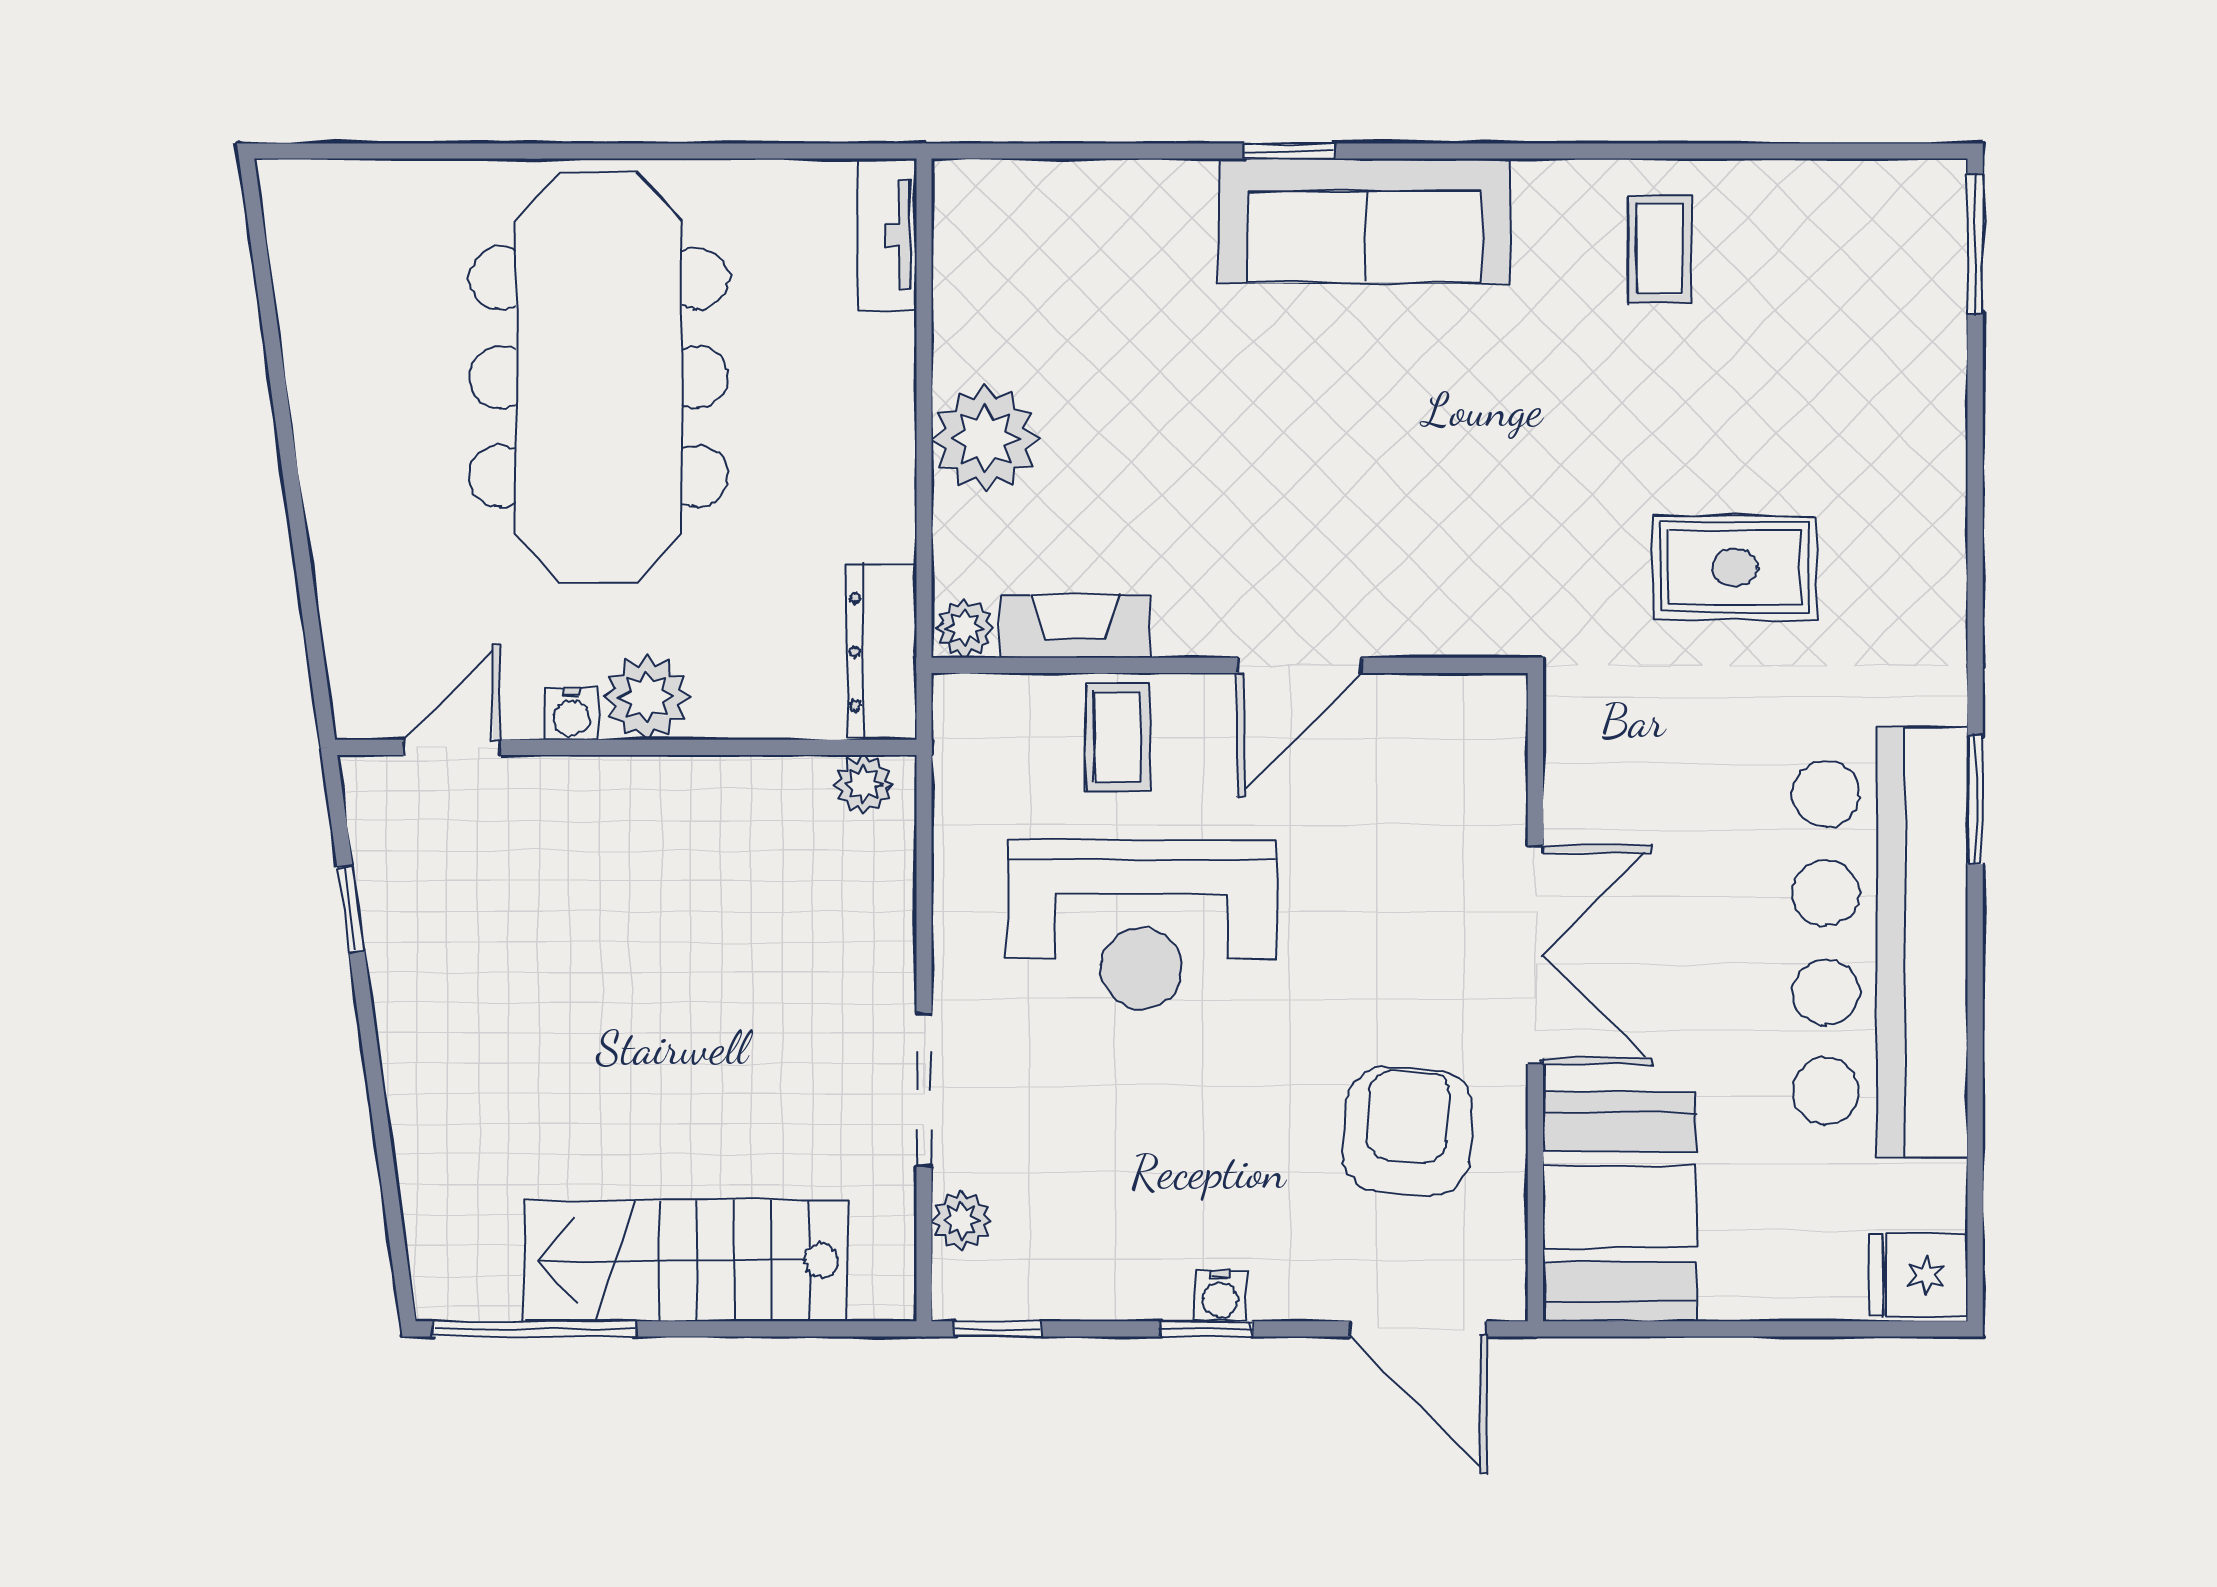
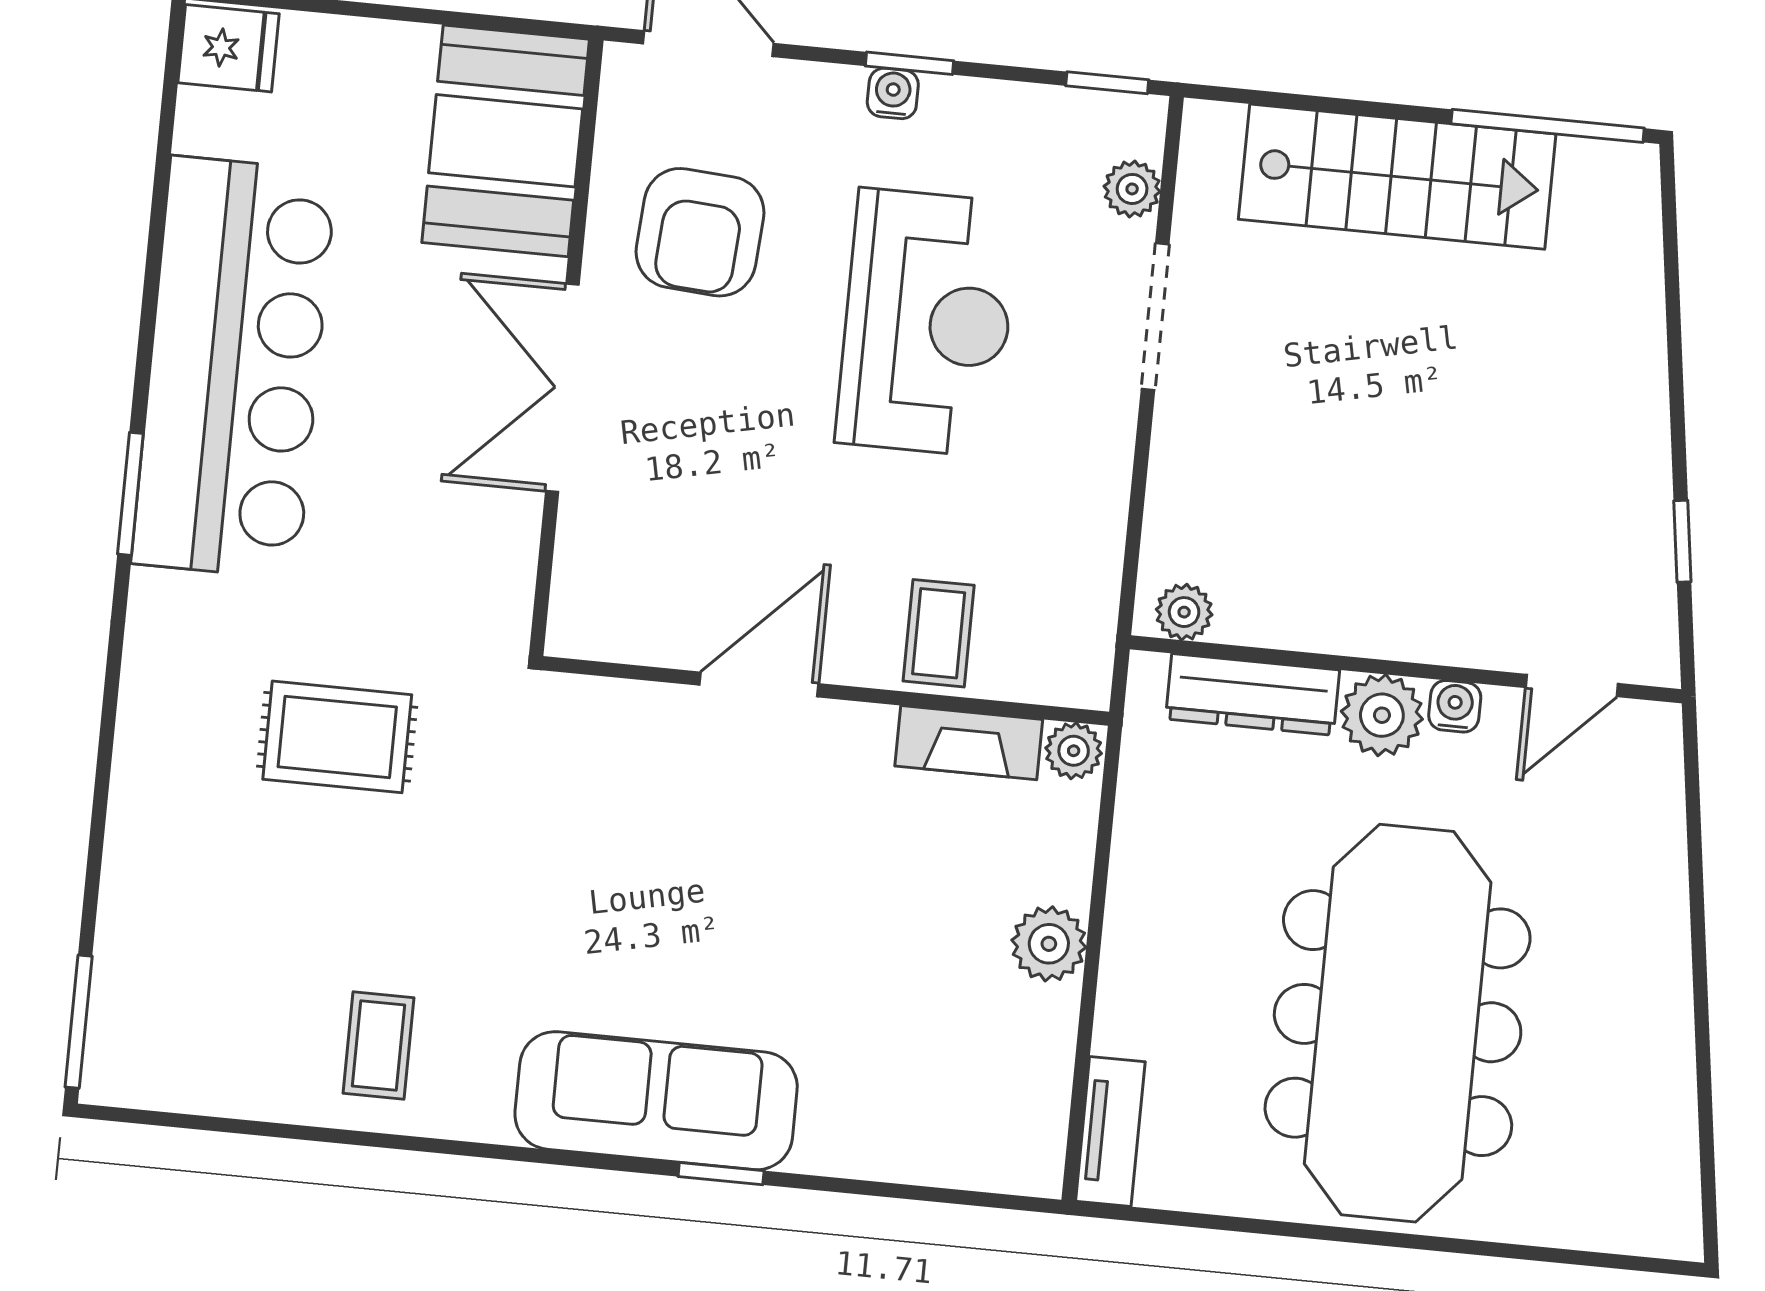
plant: (985, 439) -> (1049, 944), width x0.73, depth x0.73
dresser: (882, 652) -> (1253, 694), moved, turned 90
reception desk: (1141, 924) -> (927, 323), moved, turned 90

